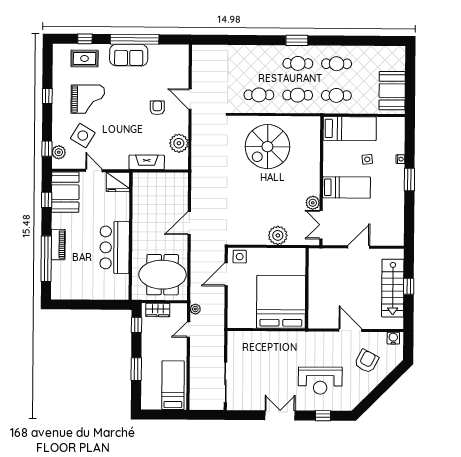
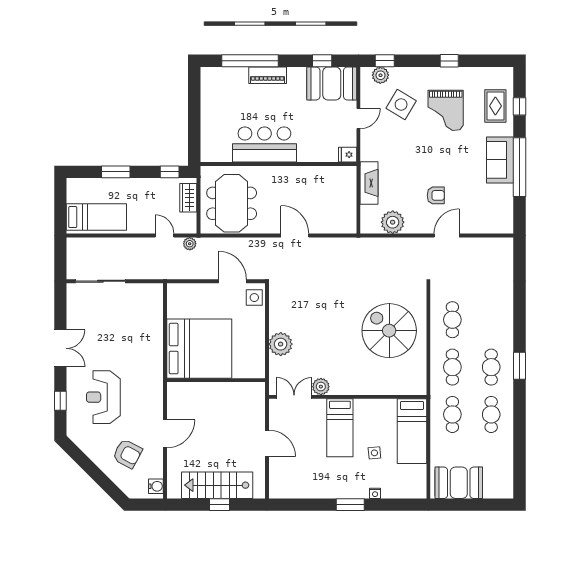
fridge: (118, 182) -> (348, 155), width x0.53, depth x0.75

